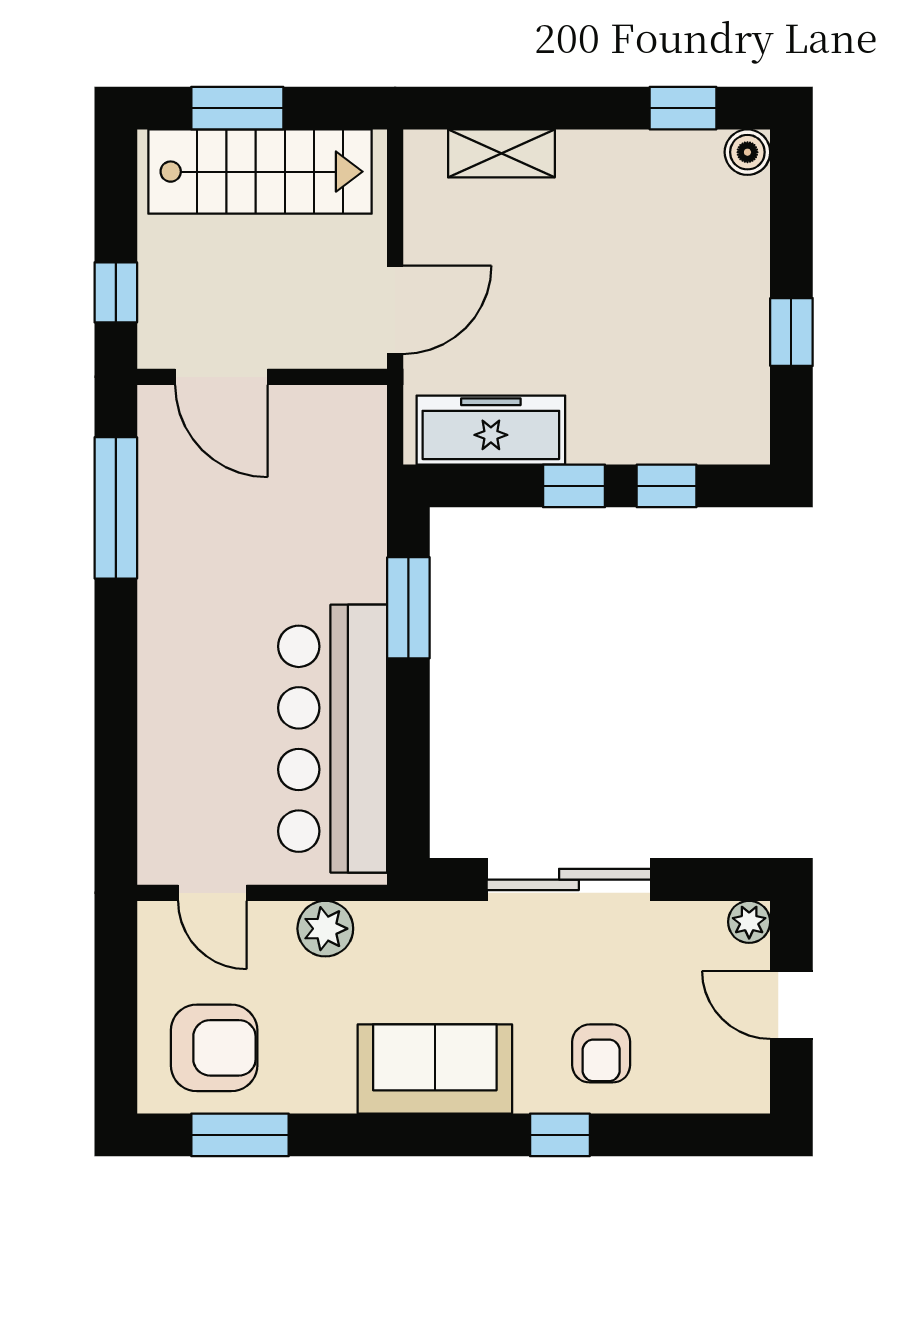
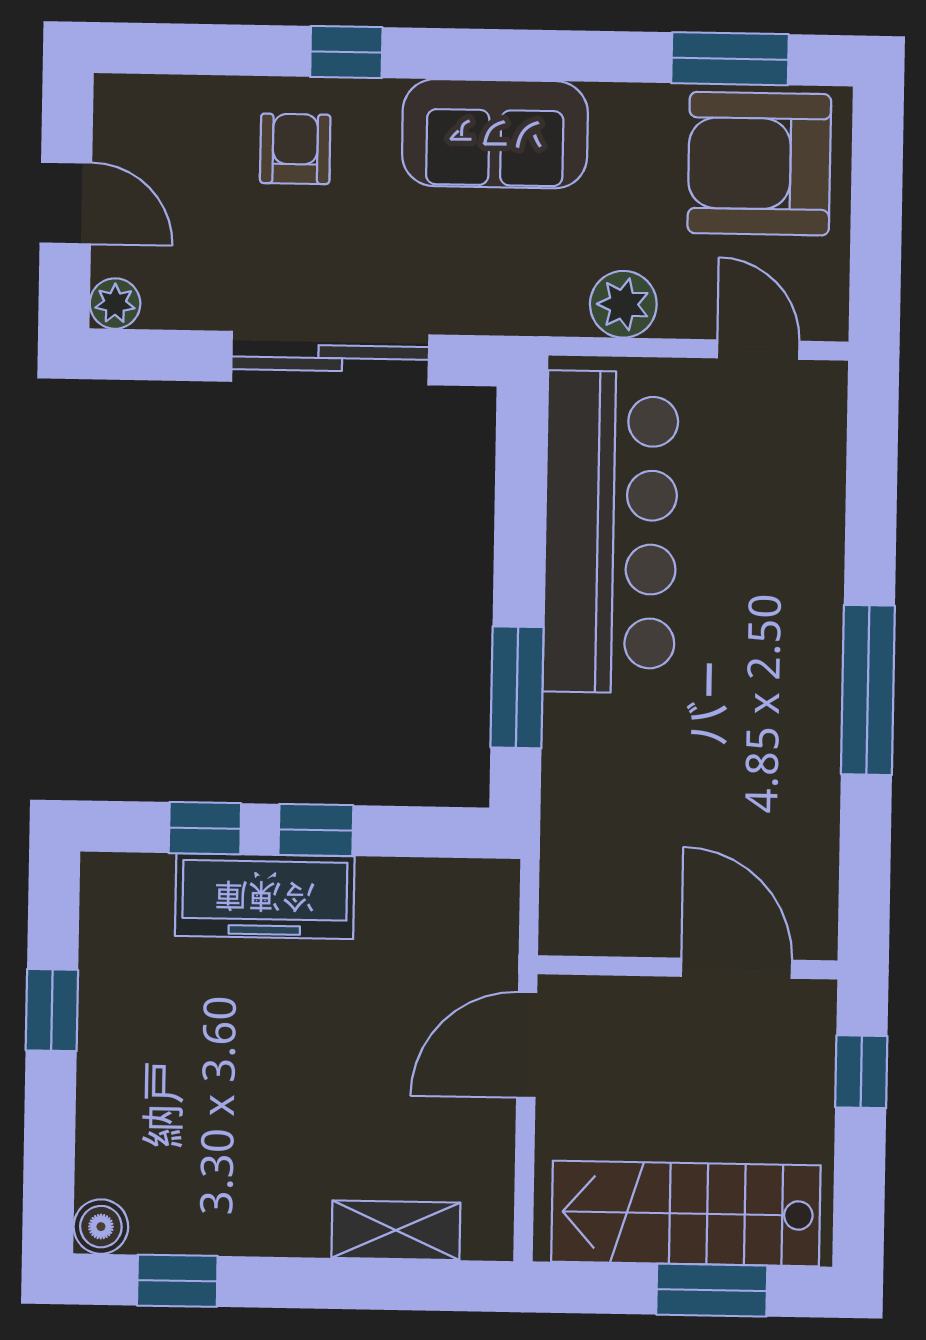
freezer: (491, 430) -> (265, 896), moved
window: (116, 508) -> (868, 690), moved
armchair: (214, 1048) -> (759, 164), width x1.36, depth x1.36

